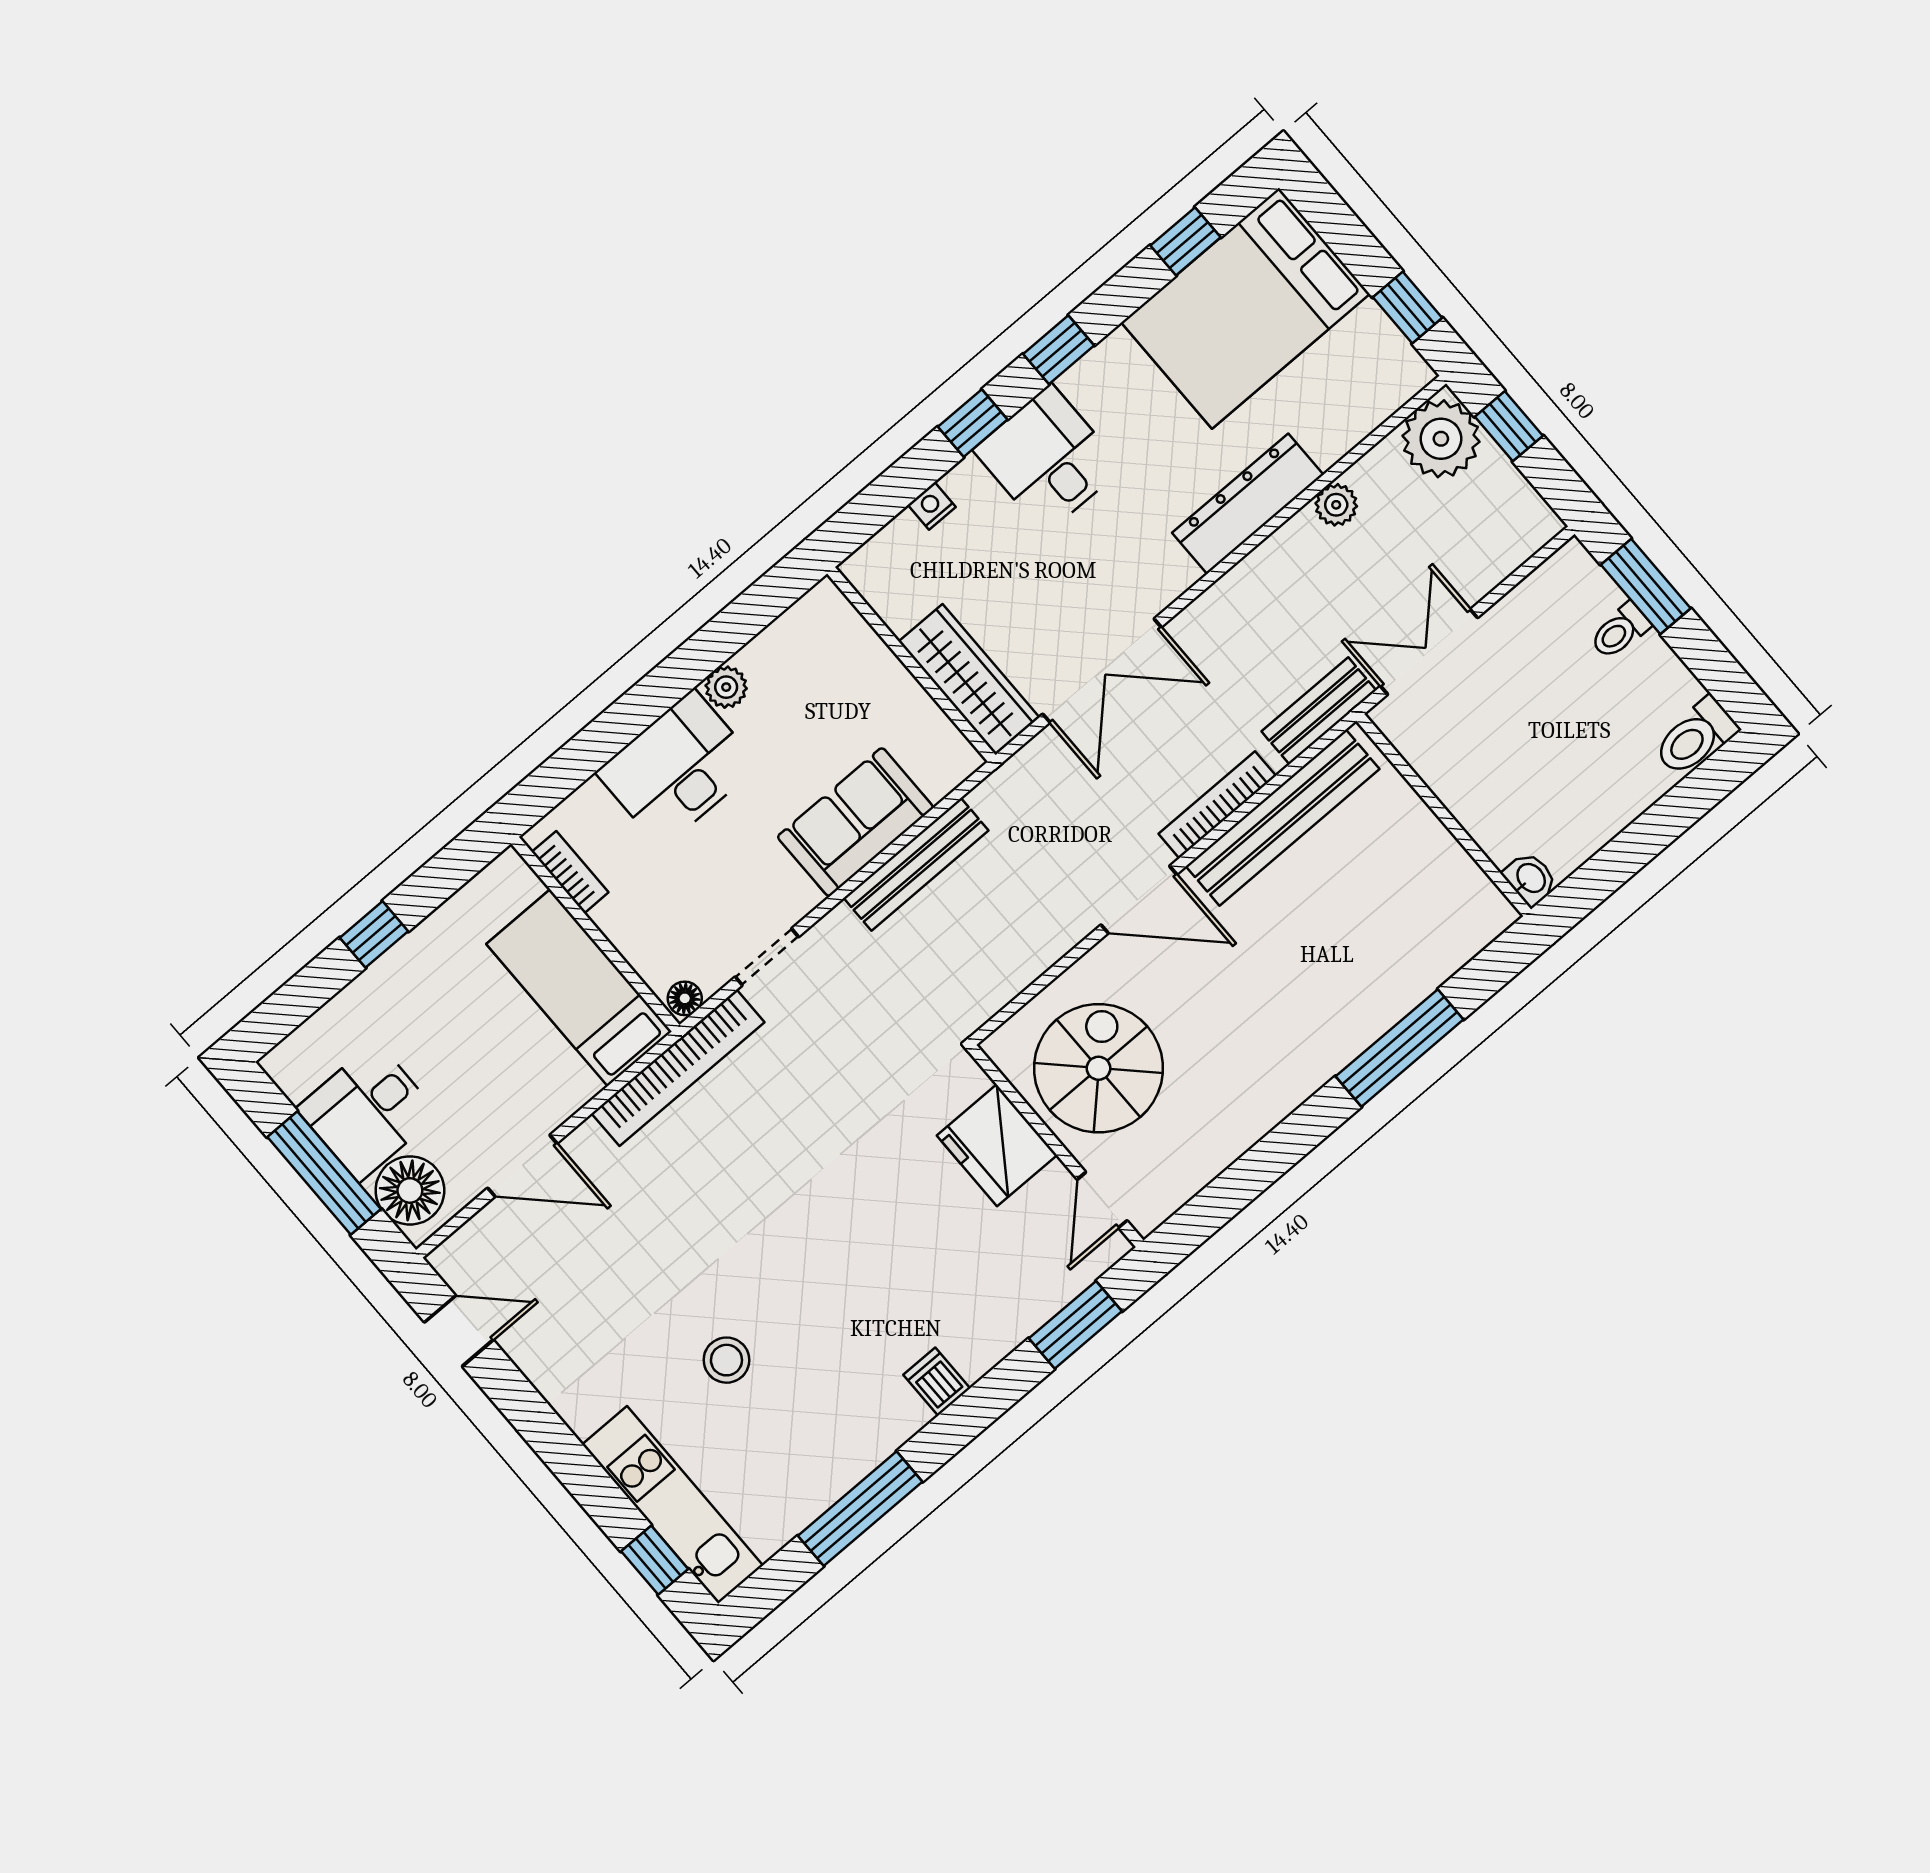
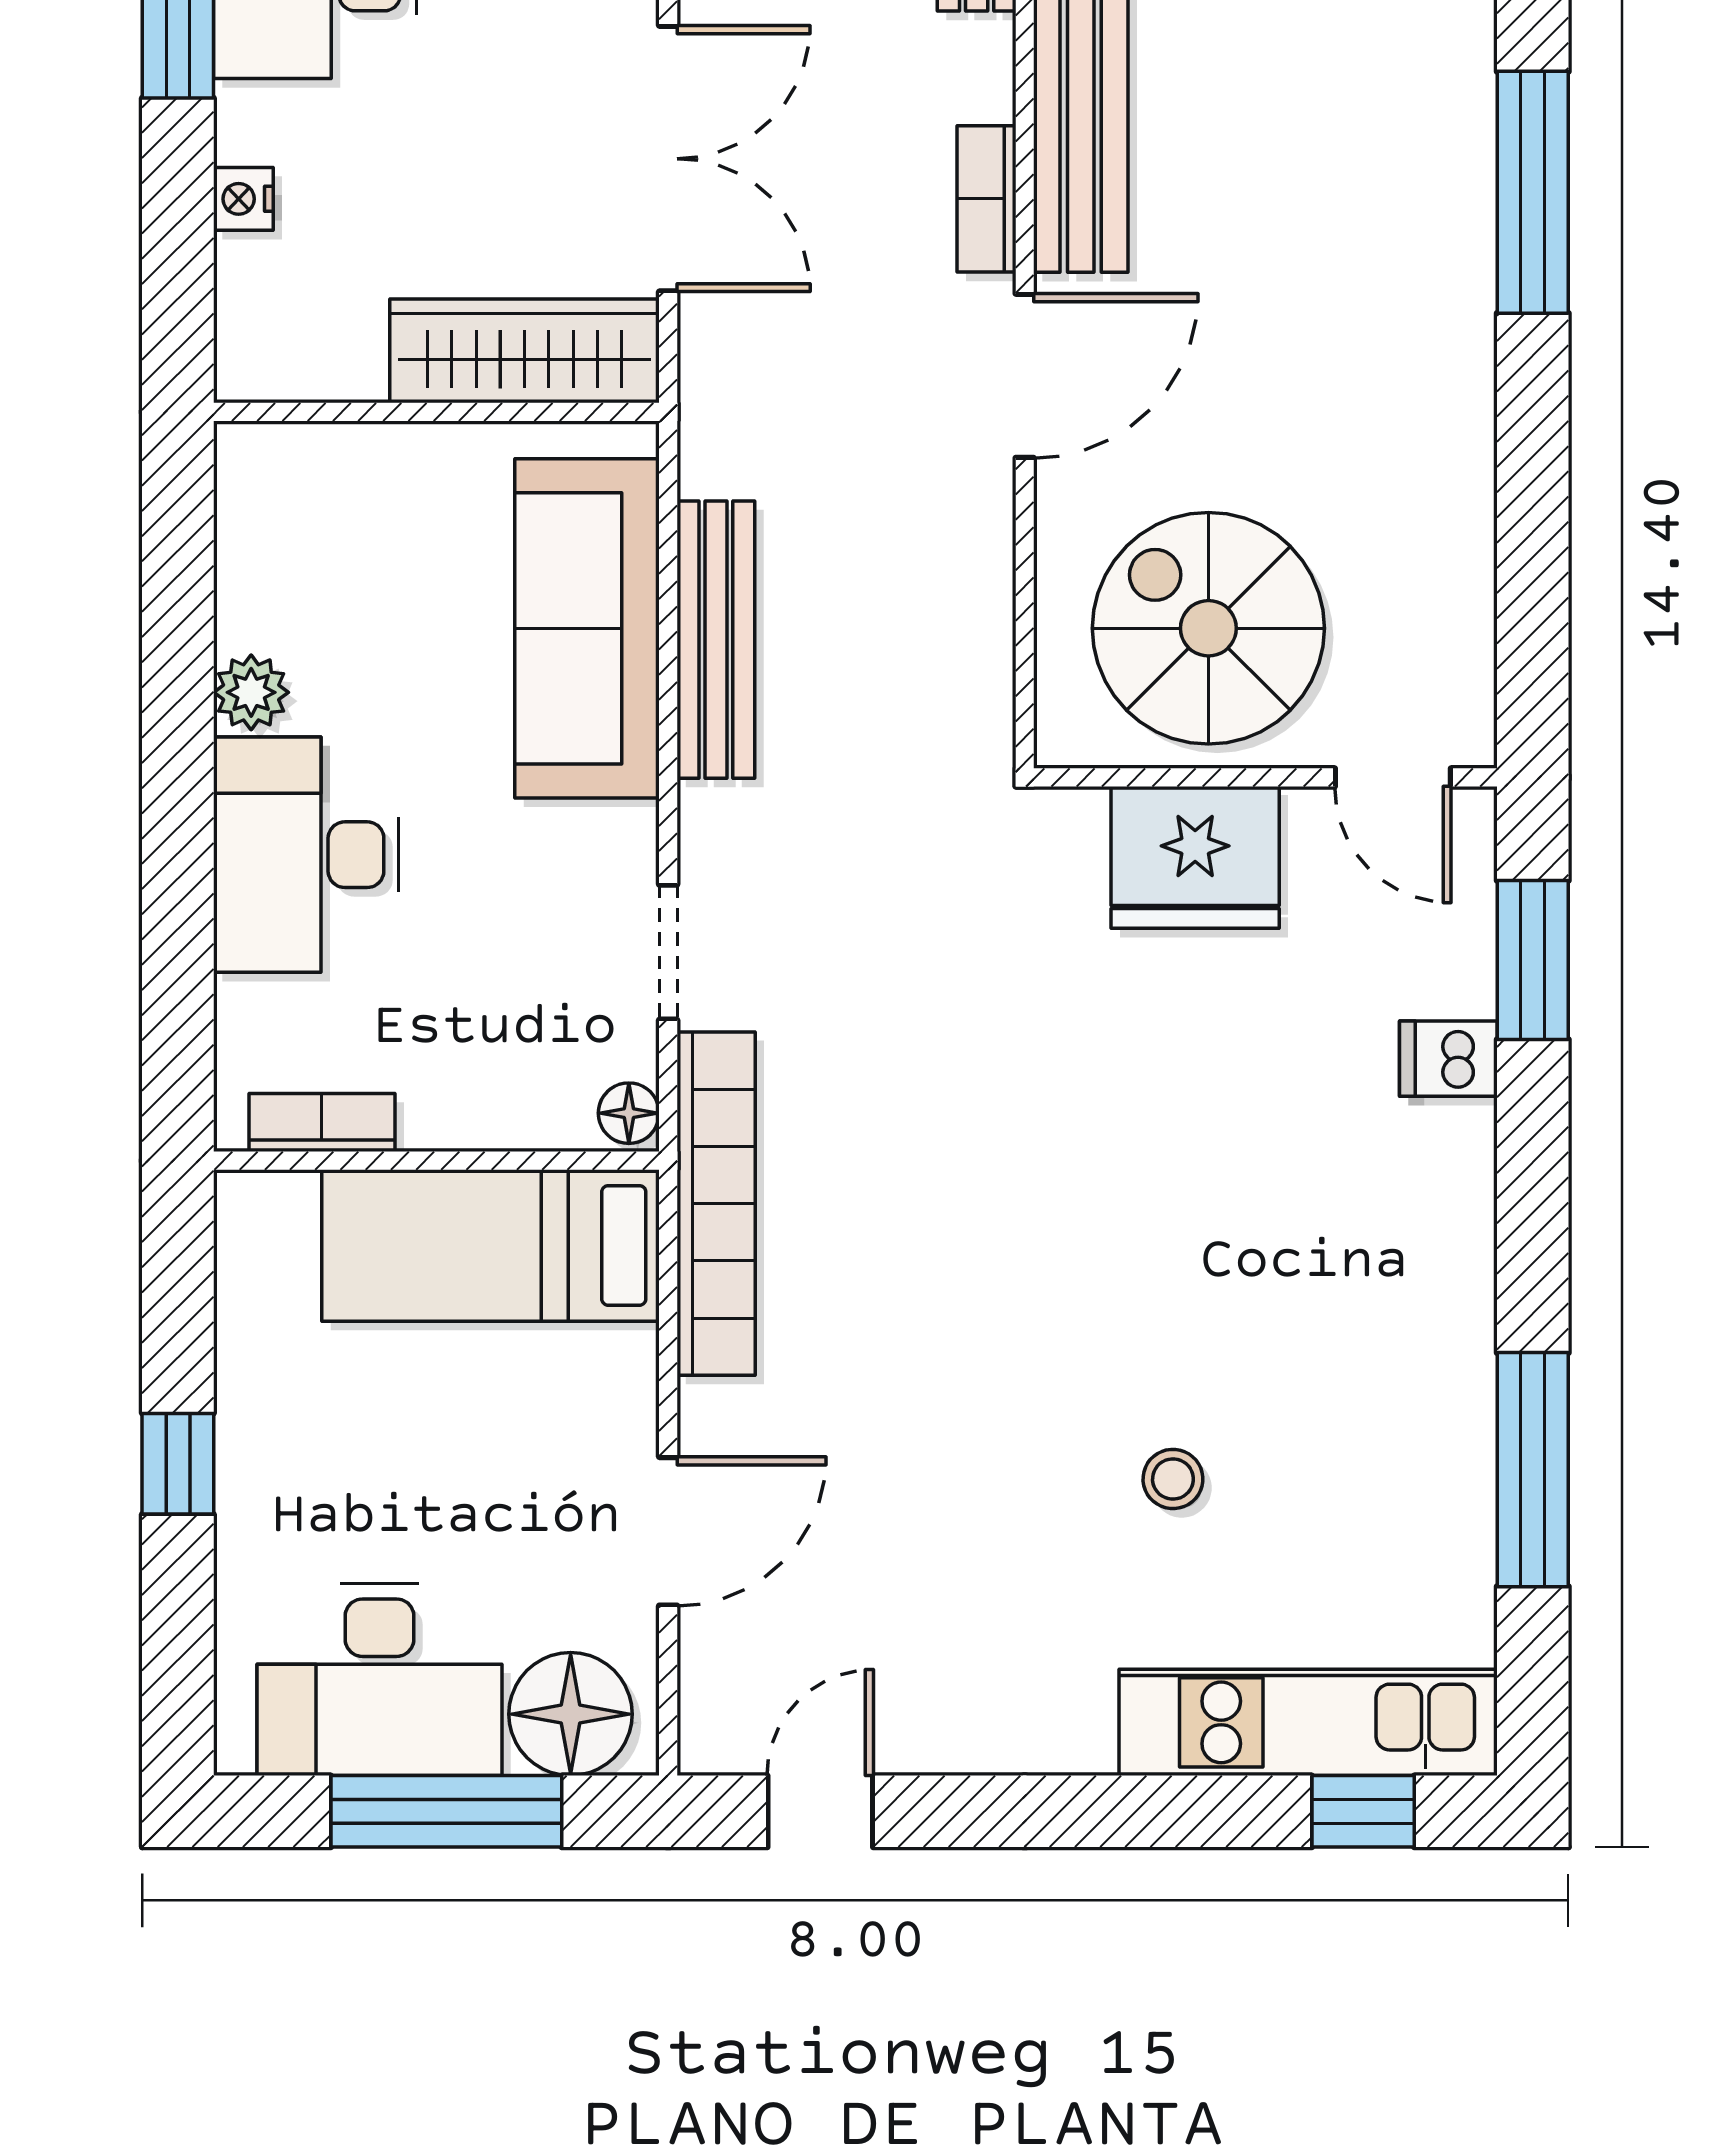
bookcase: (1217, 805) -> (986, 199), width x0.64
sofa: (855, 822) -> (587, 628), width x1.36
desk: (368, 1111) -> (379, 1680), width x1.37
stool: (726, 1360) -> (1173, 1479), width x0.73, depth x0.73
dishwasher: (937, 1382) -> (1448, 1059), moved

